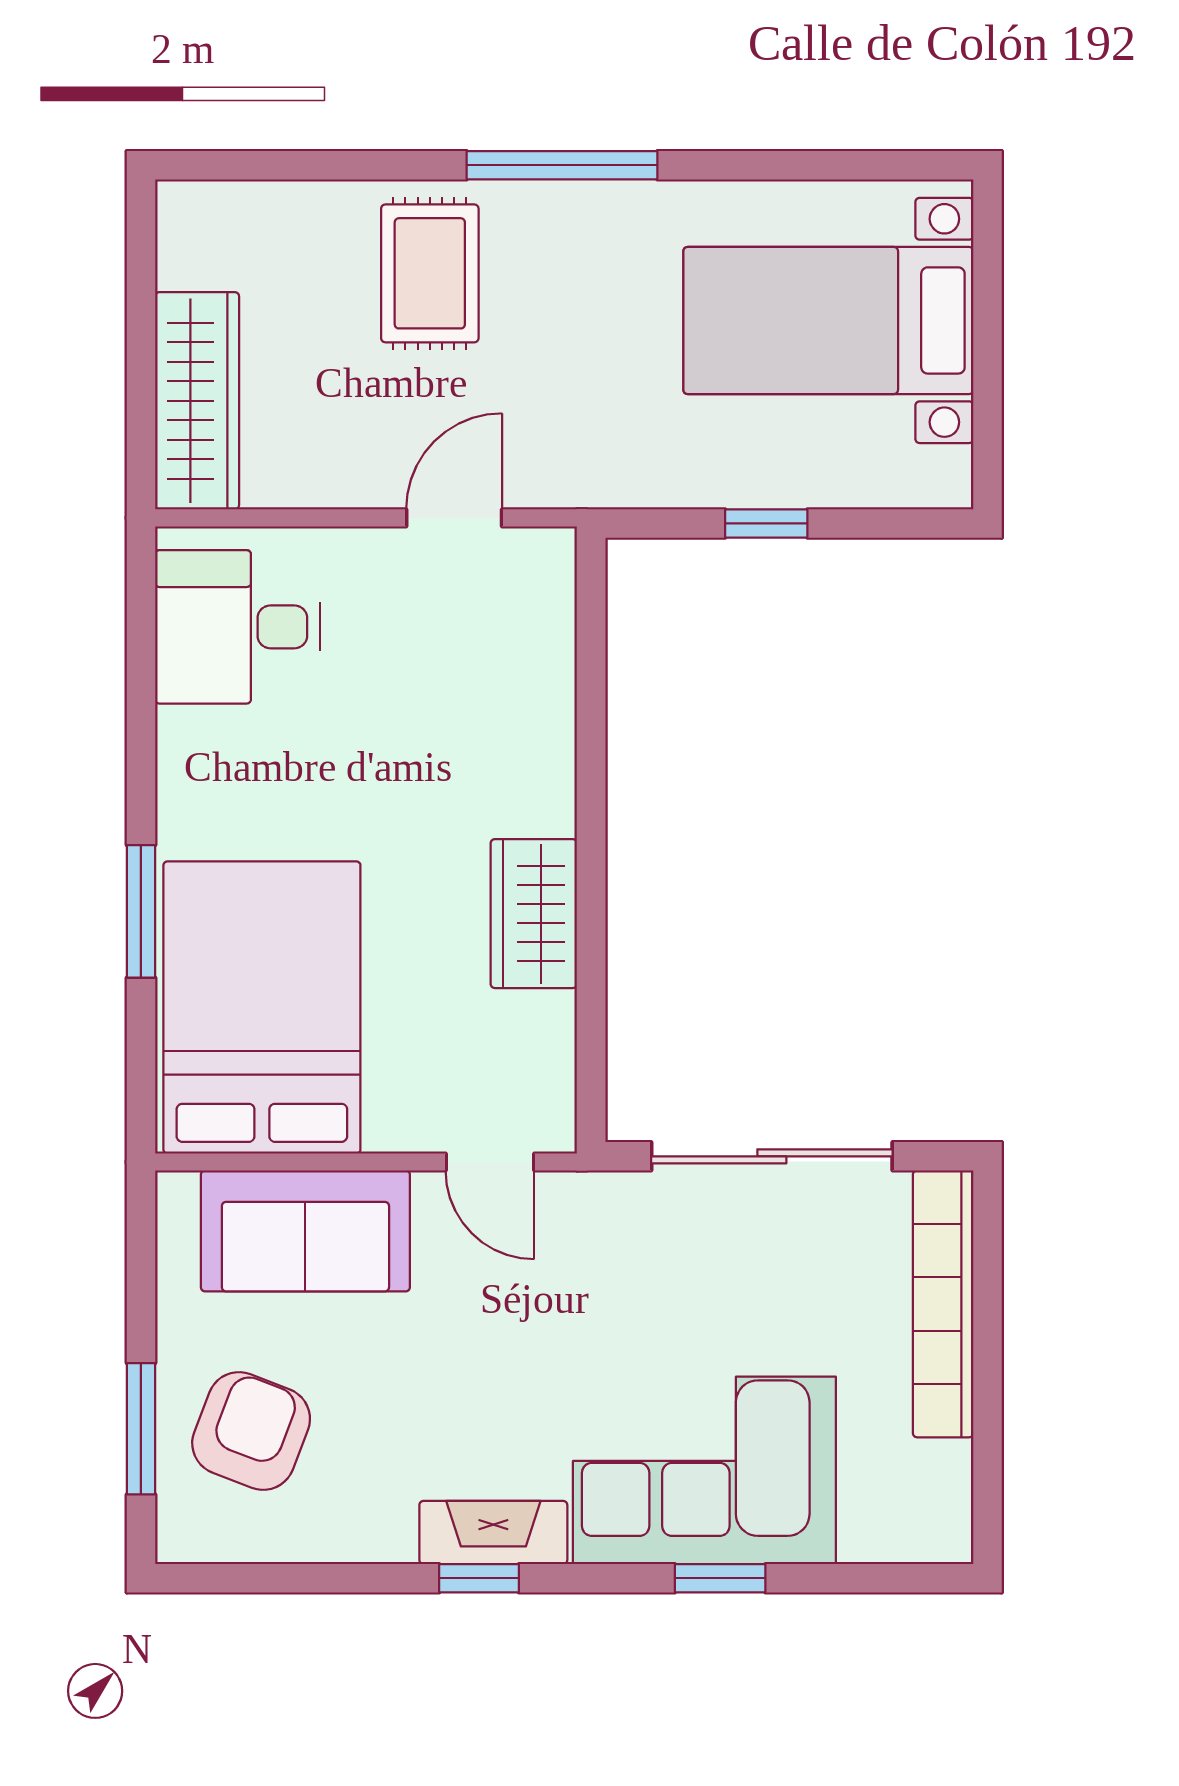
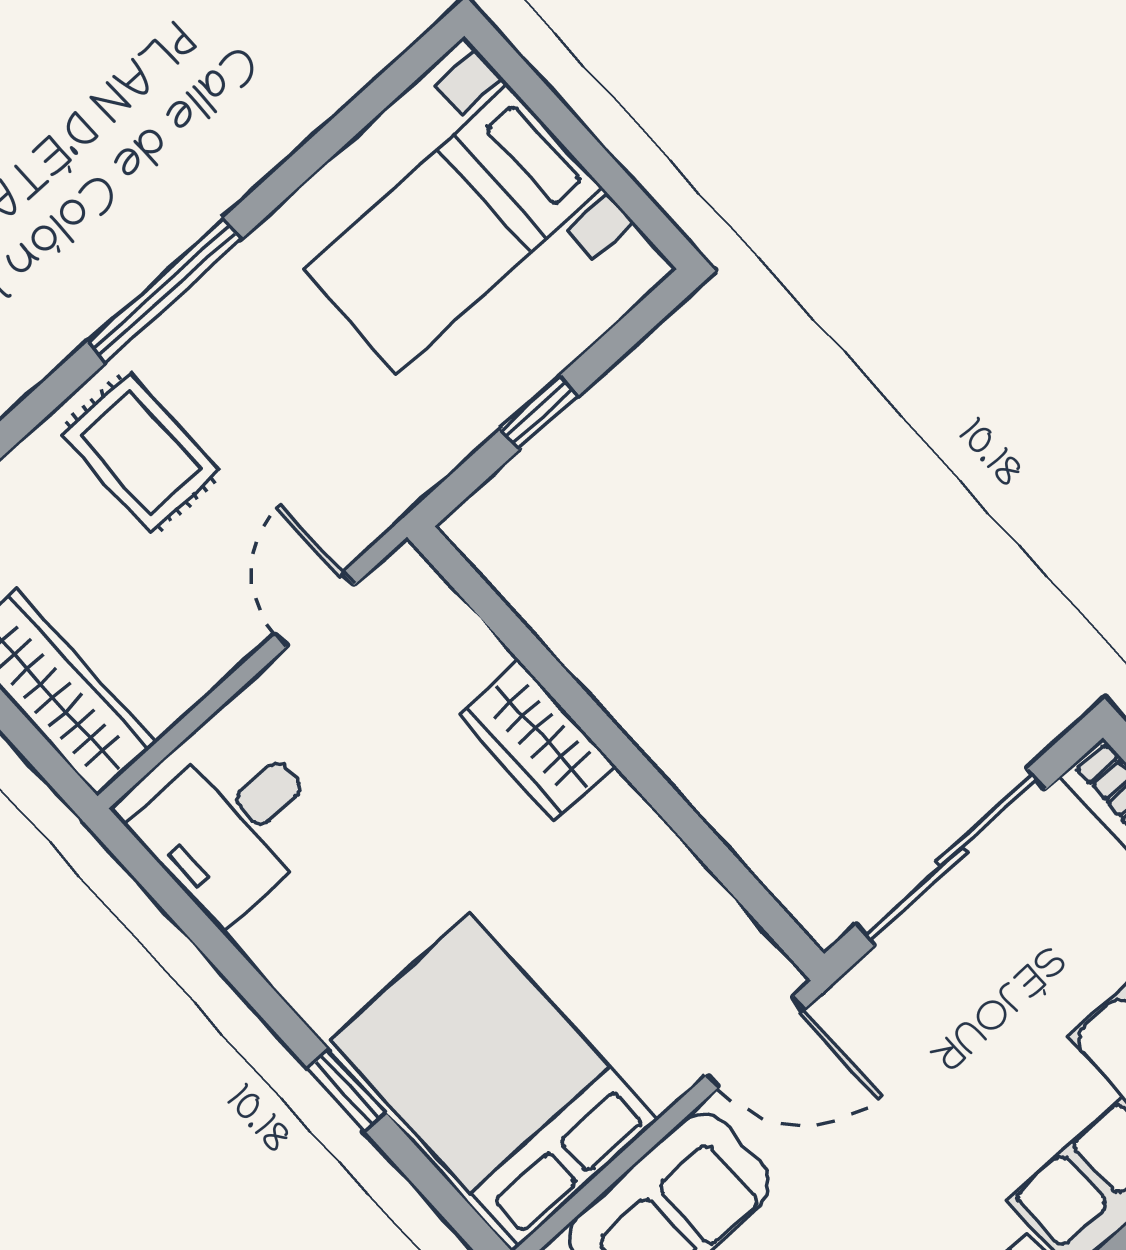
window: (141, 911) -> (346, 1090), width x0.67
wardrobe: (534, 914) -> (537, 740), moved
door: (490, 1162) -> (755, 1043), width x1.37

